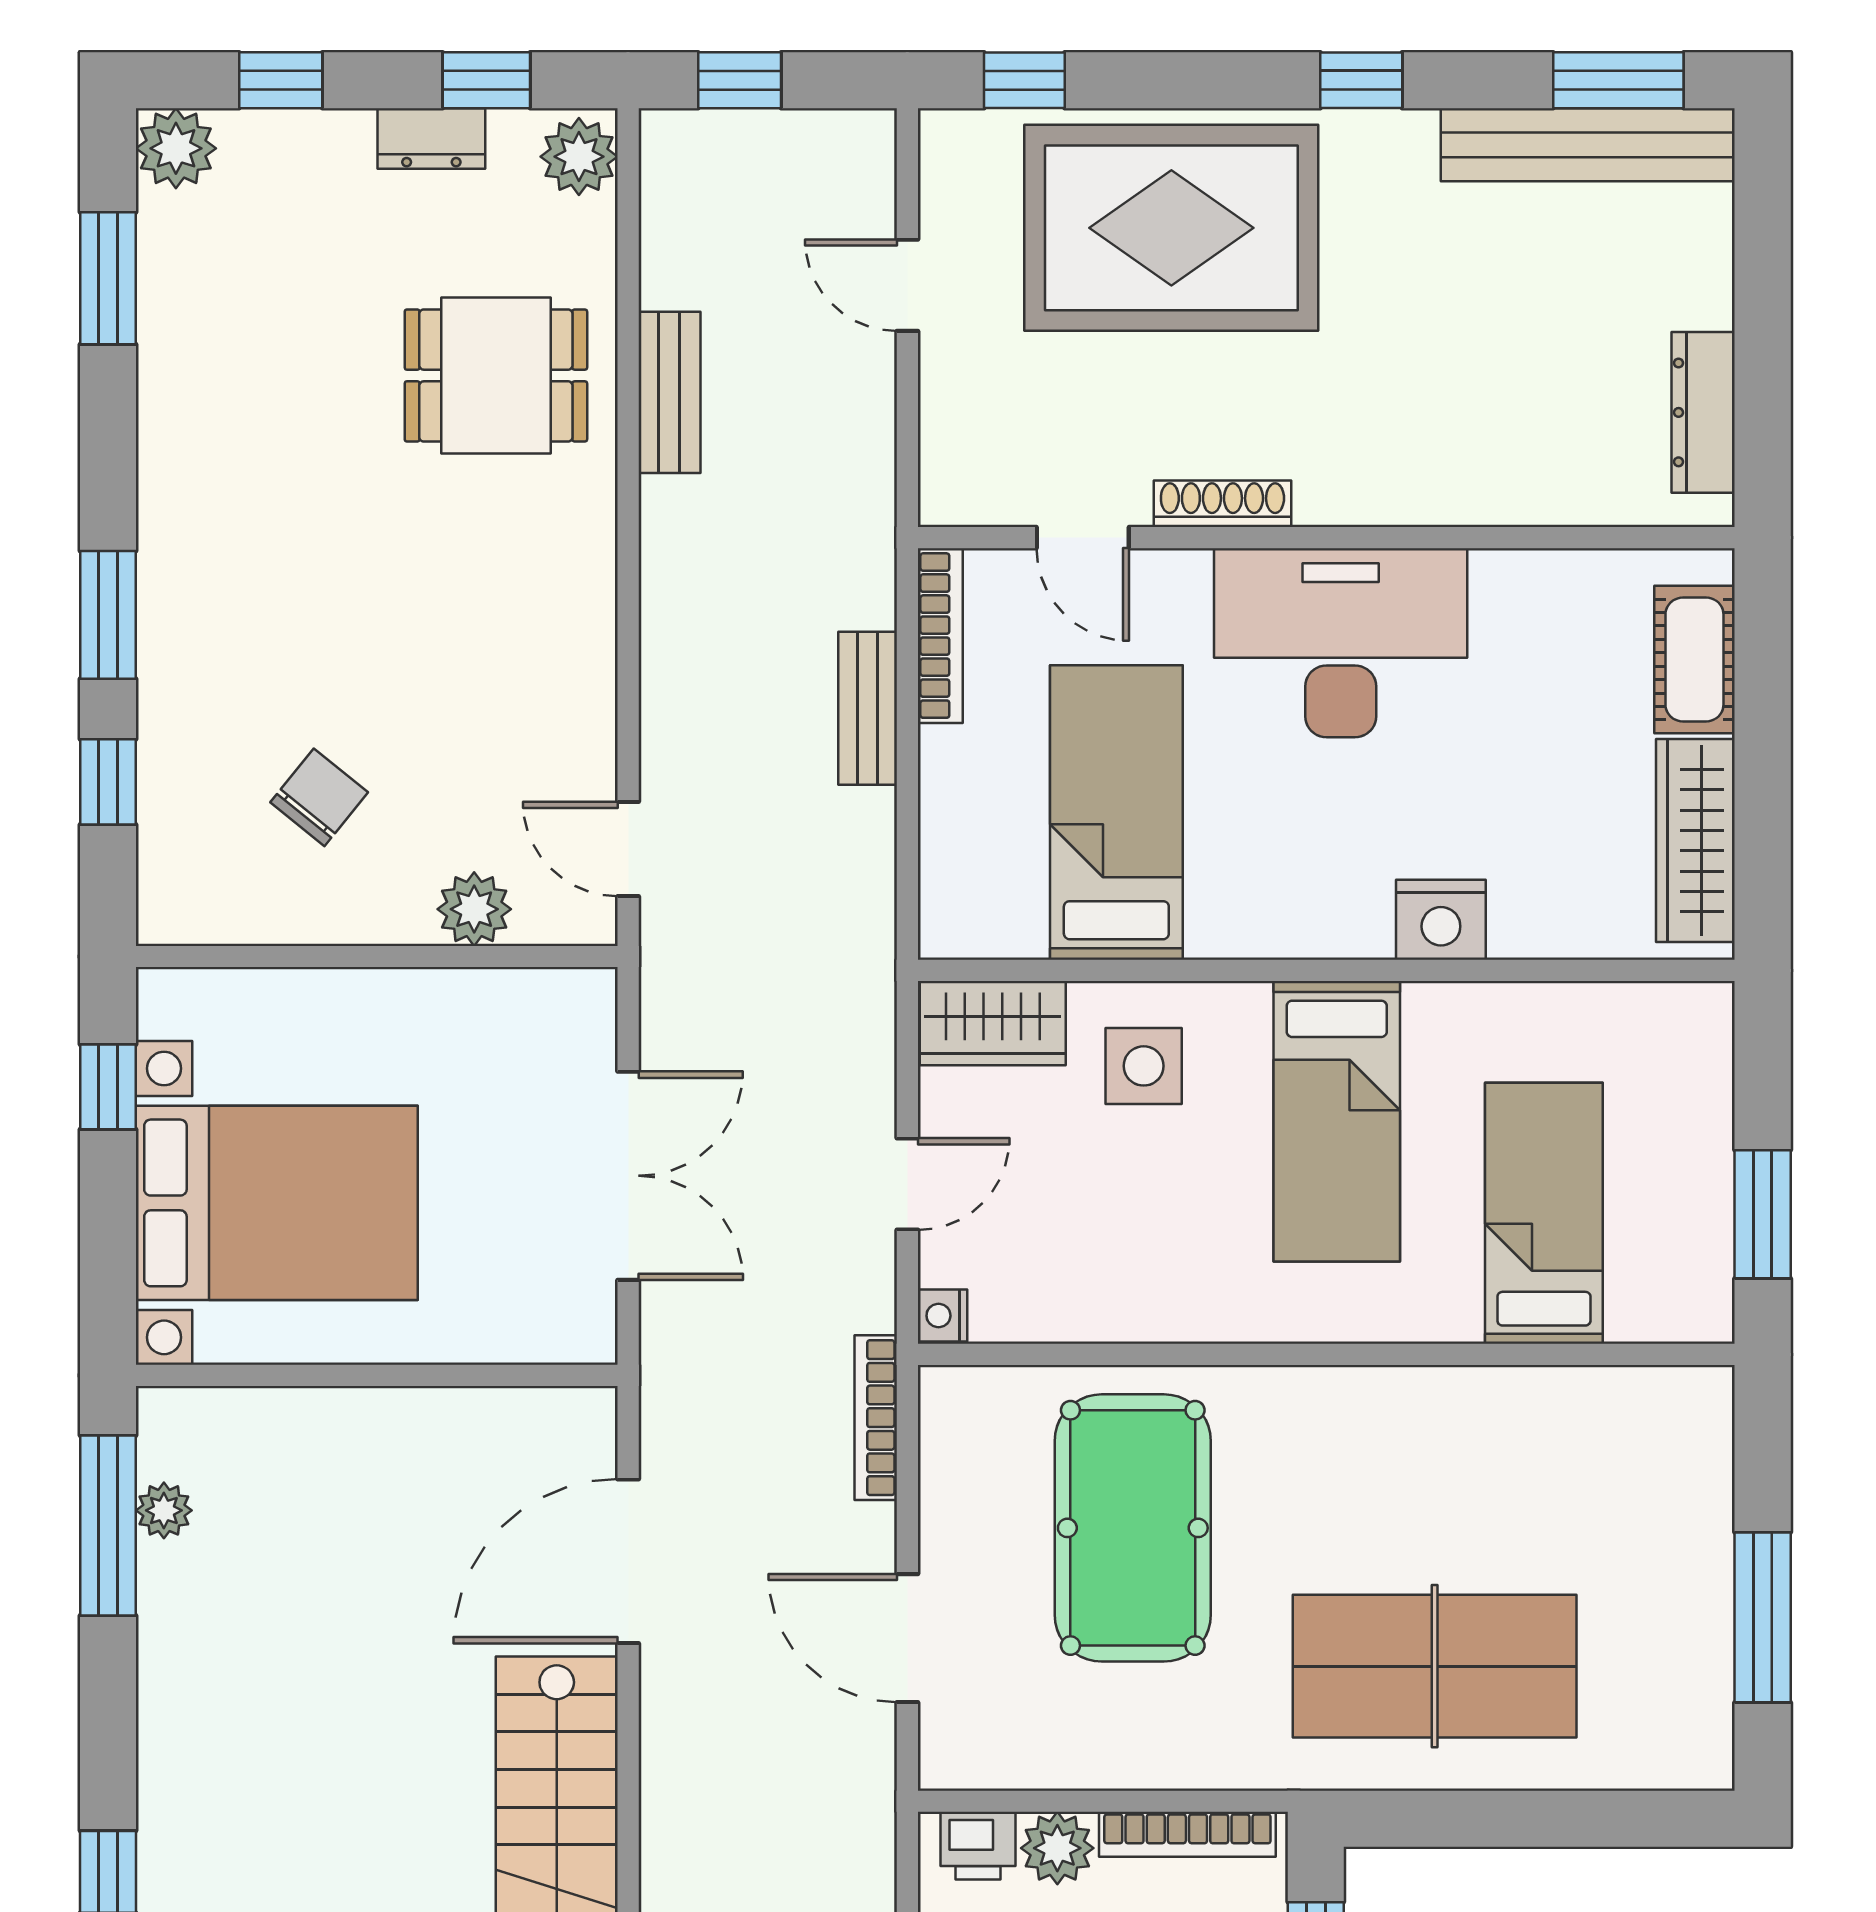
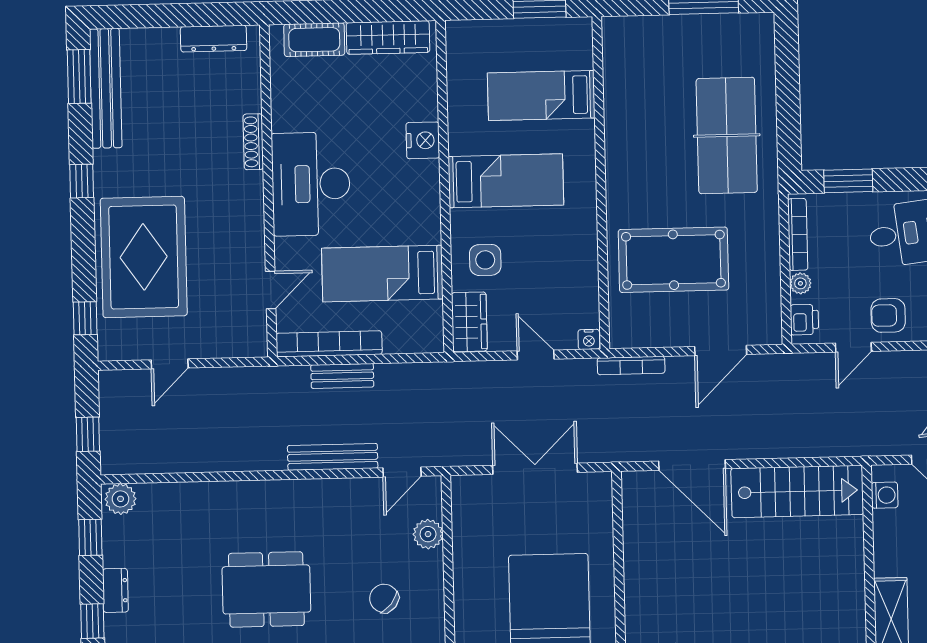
dresser: (431, 138) -> (115, 590), moved
dining table: (496, 376) -> (266, 589), moved, width x1.37
bench: (669, 392) -> (333, 457), moved, width x1.36
shoe rack: (1222, 504) -> (253, 142), moved
bookcase: (940, 636) -> (329, 344), width x1.48, depth x1.31
plant: (1057, 1848) -> (800, 283), width x0.73, depth x0.73

